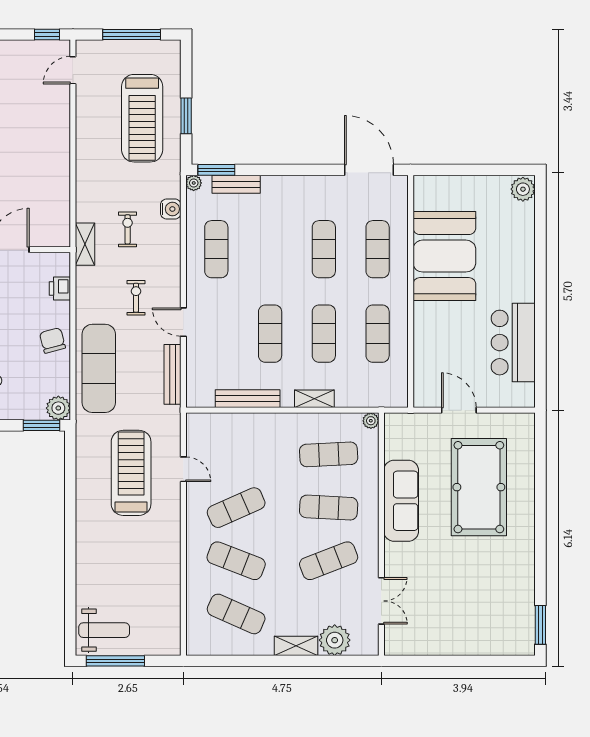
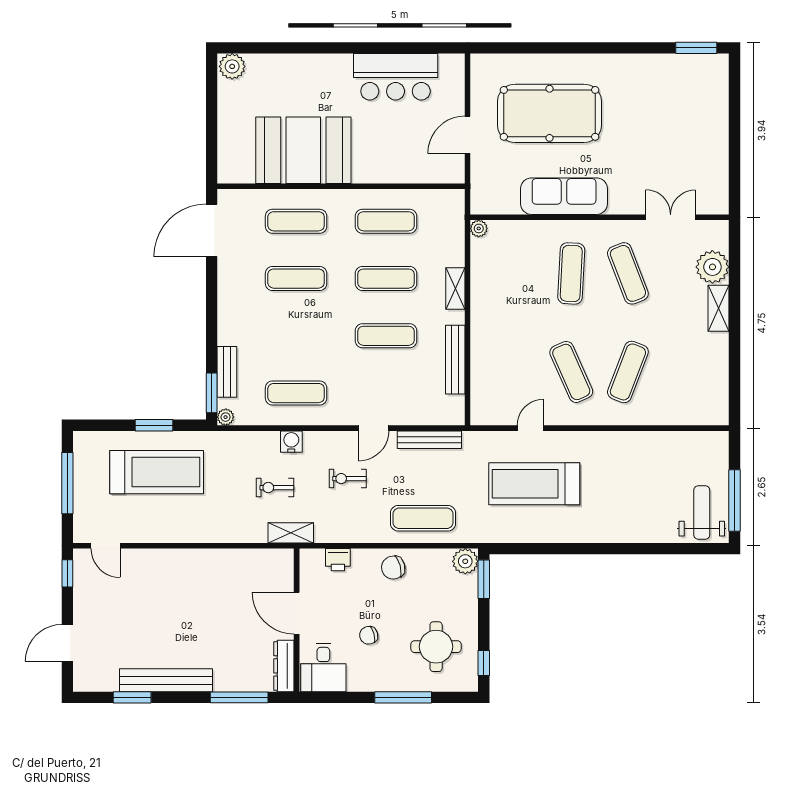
water cooler: (171, 209) -> (291, 442), moved
exercise mat: (99, 368) -> (423, 518), width x0.73, depth x0.69
exercise mat: (329, 454) -> (515, 273), removed
exercise mat: (236, 614) -> (685, 372), removed

